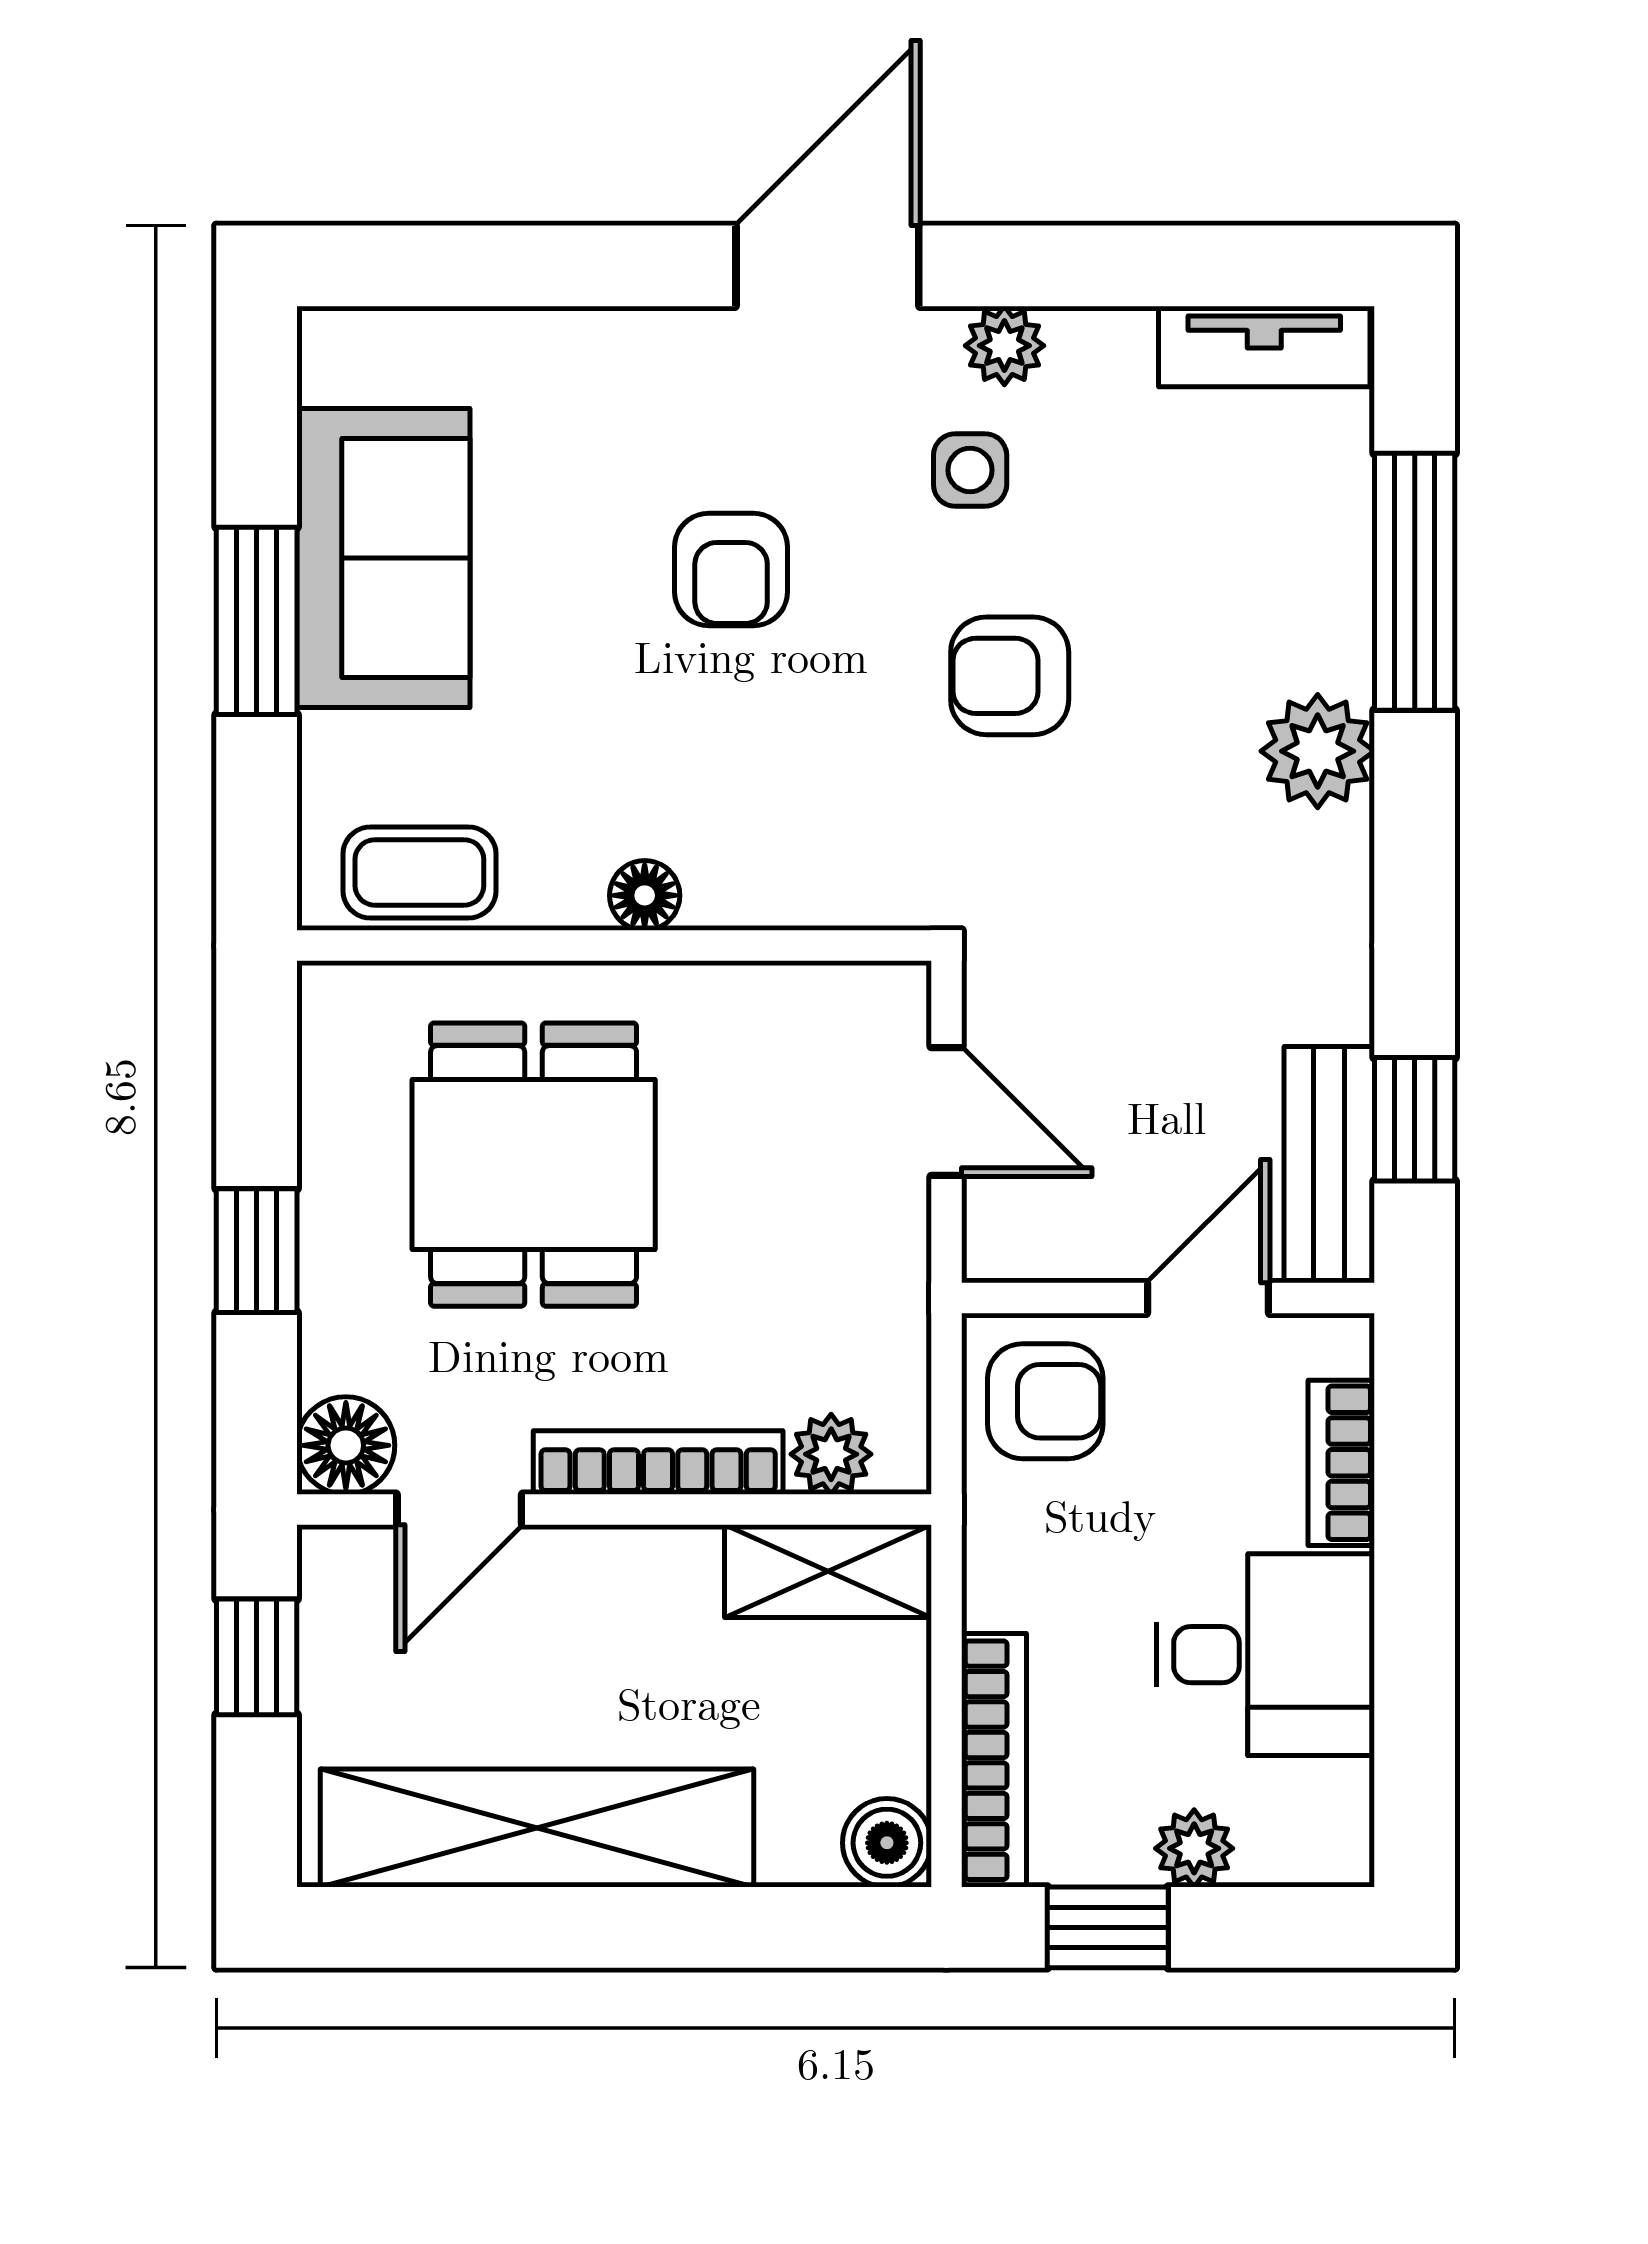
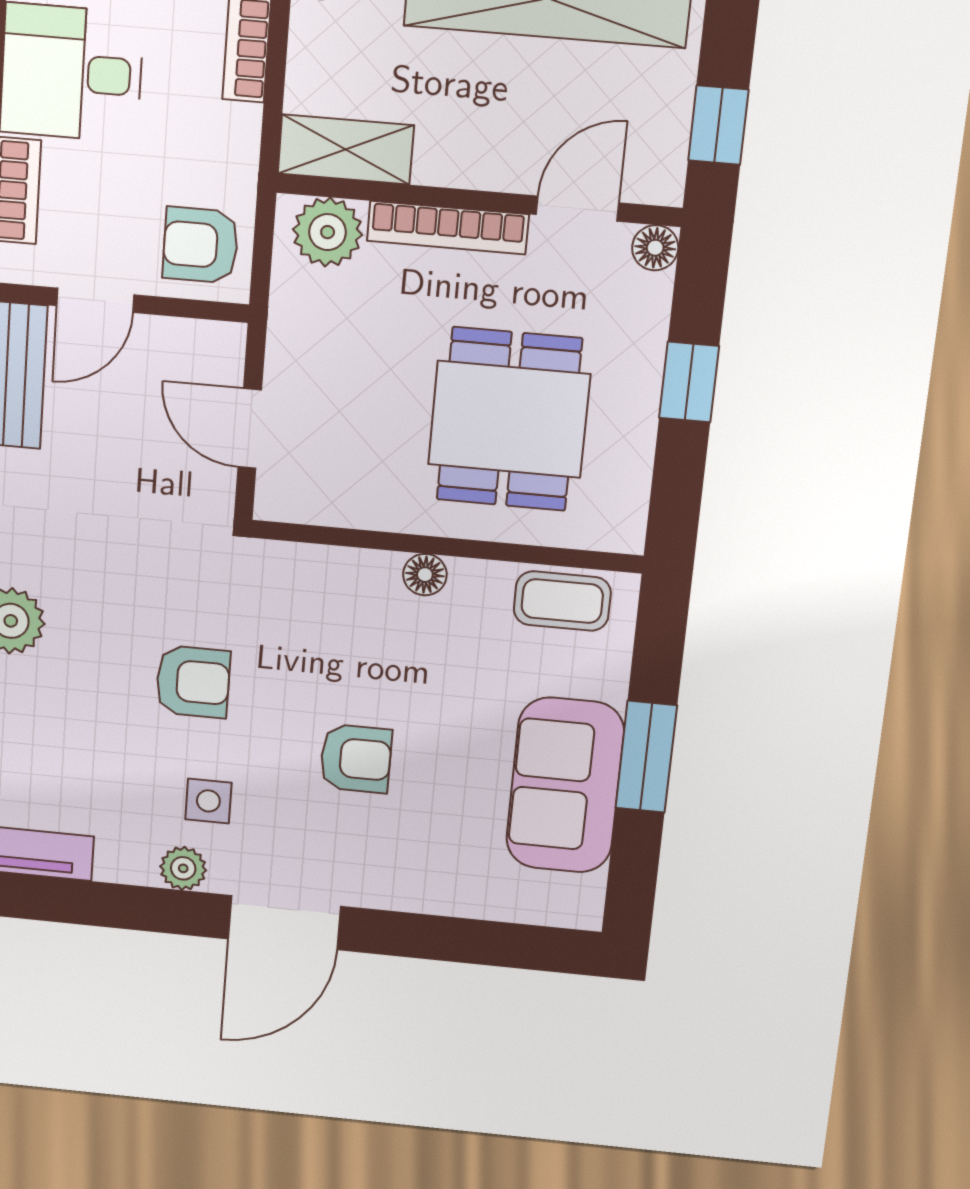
armchair: (731, 569) -> (356, 759), turned 90
floor lamp: (346, 1445) -> (655, 248), width x0.73, depth x0.73
plant: (831, 1454) -> (328, 232), width x1.38, depth x1.38

